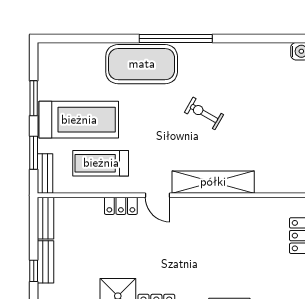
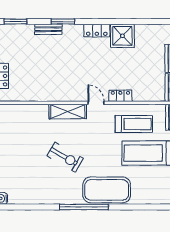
exercise bike: (204, 113) -> (65, 157), width x1.38, depth x1.39
shelving: (213, 182) -> (68, 112), width x0.68

